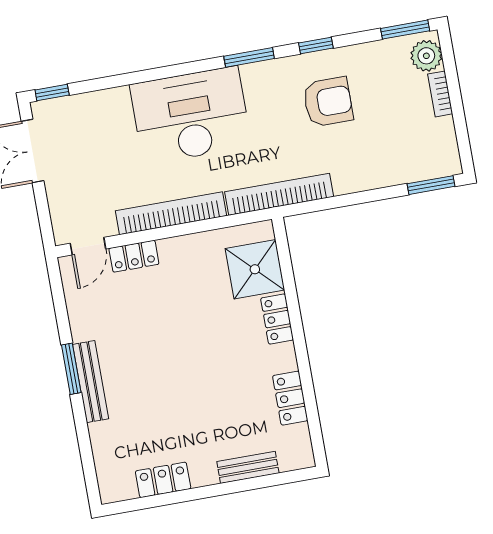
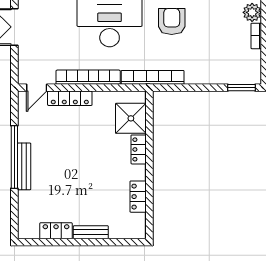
armchair: (328, 102) -> (172, 21), moved, turned -90
locker: (134, 256) -> (70, 98), width x1.53
window: (71, 369) -> (14, 157), width x2.11
bench: (248, 467) -> (91, 232), moved

